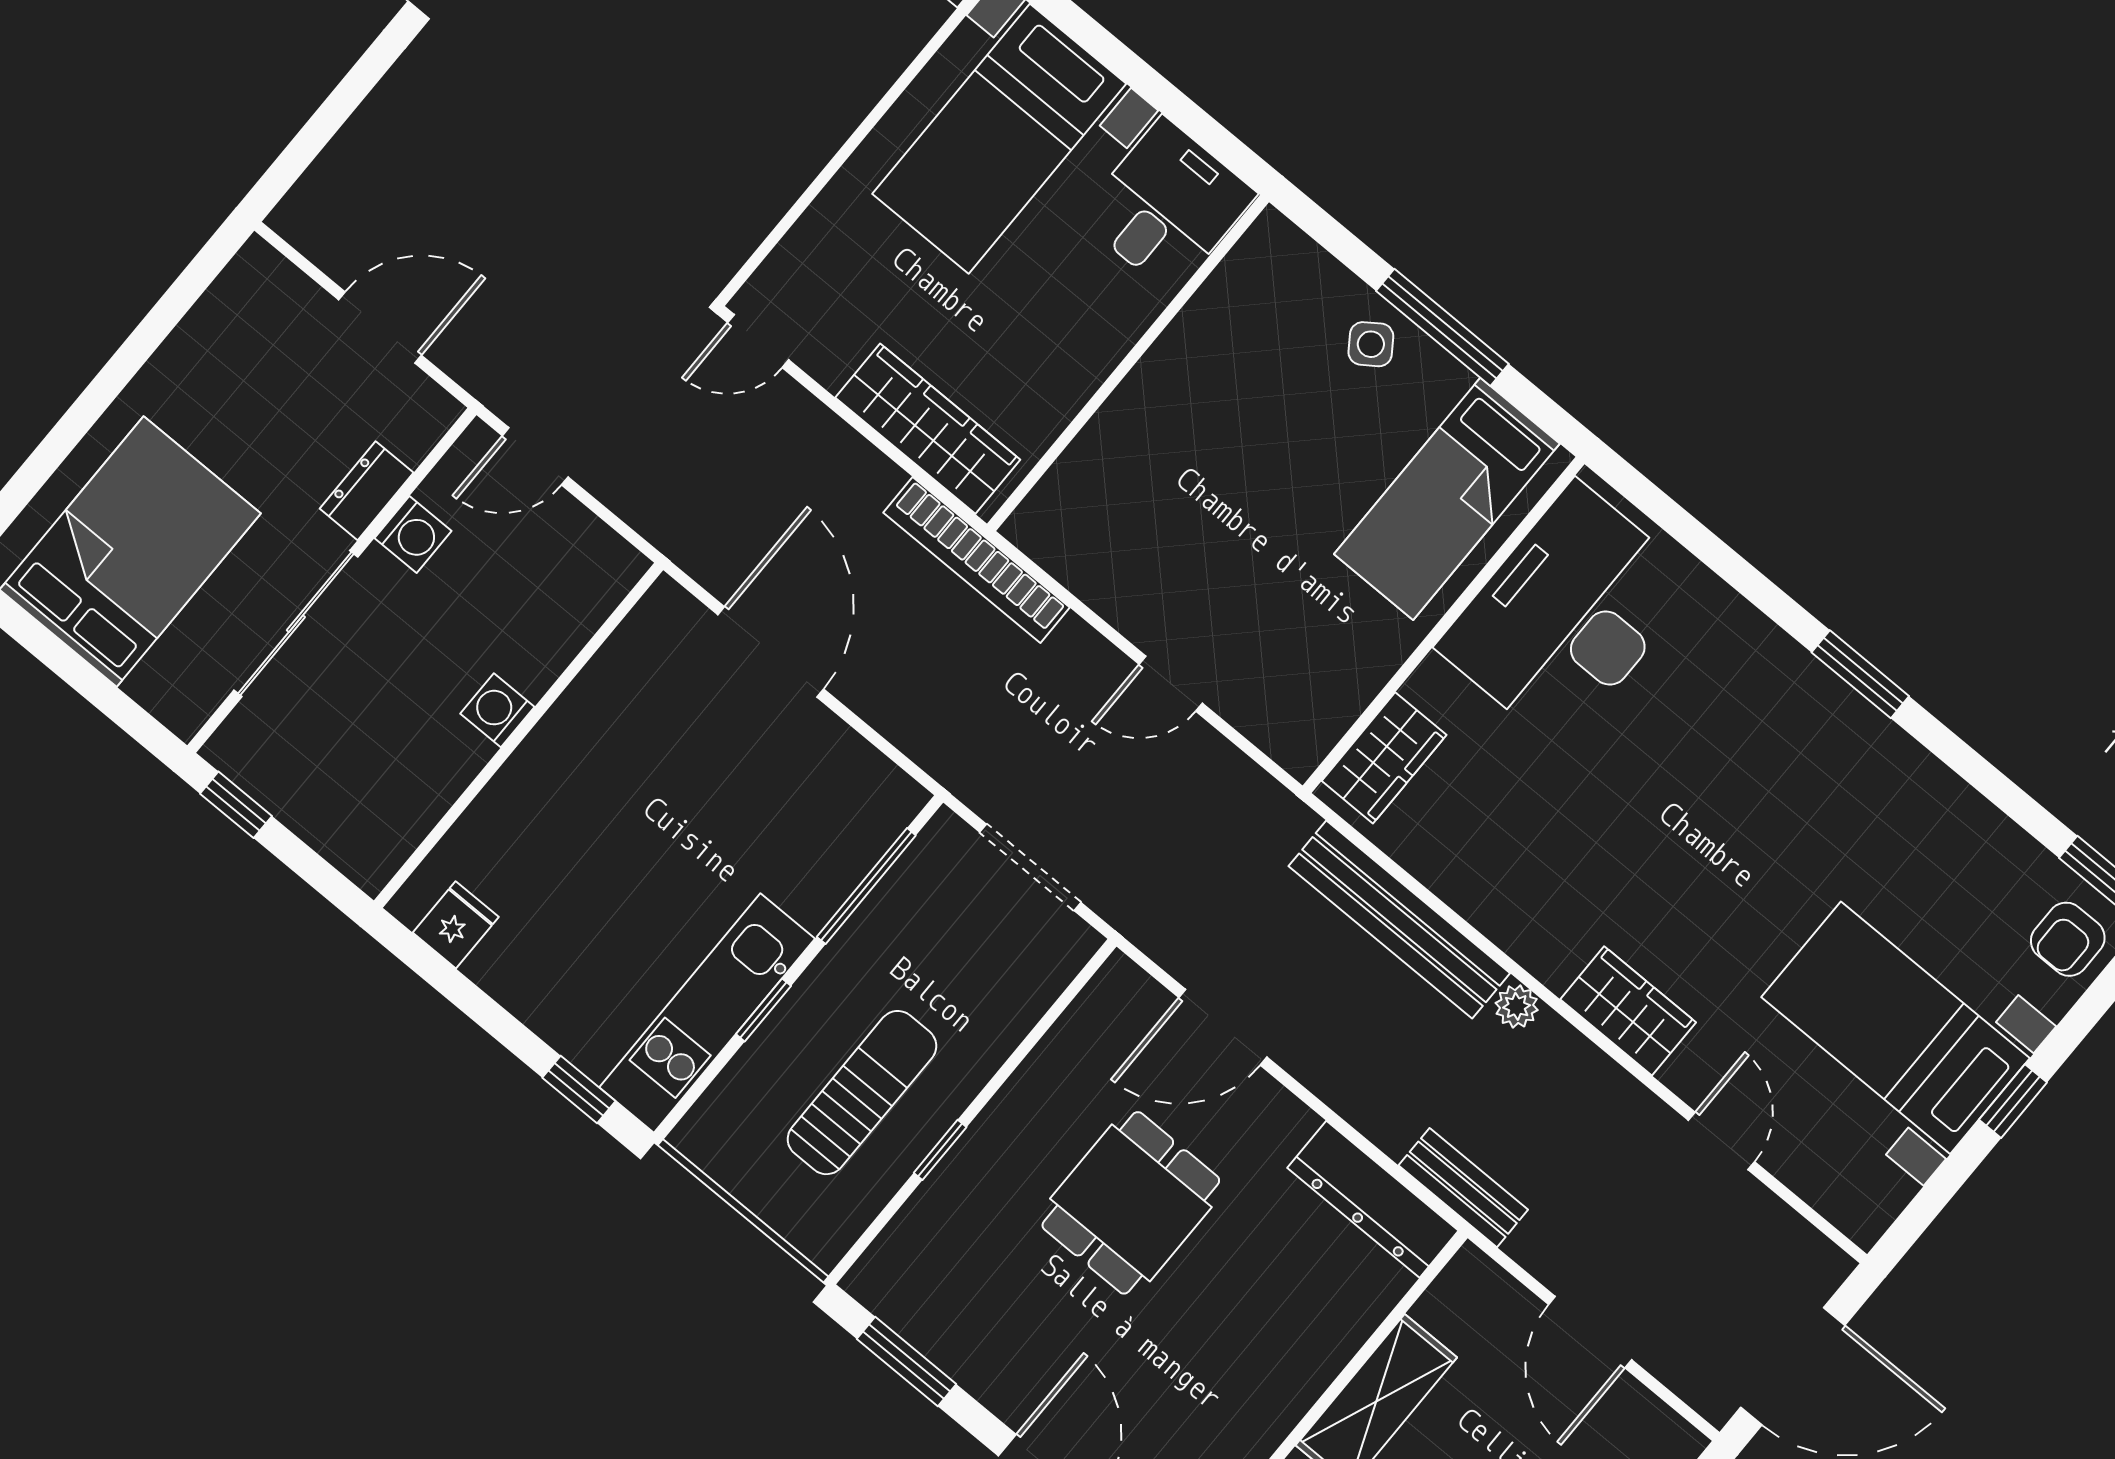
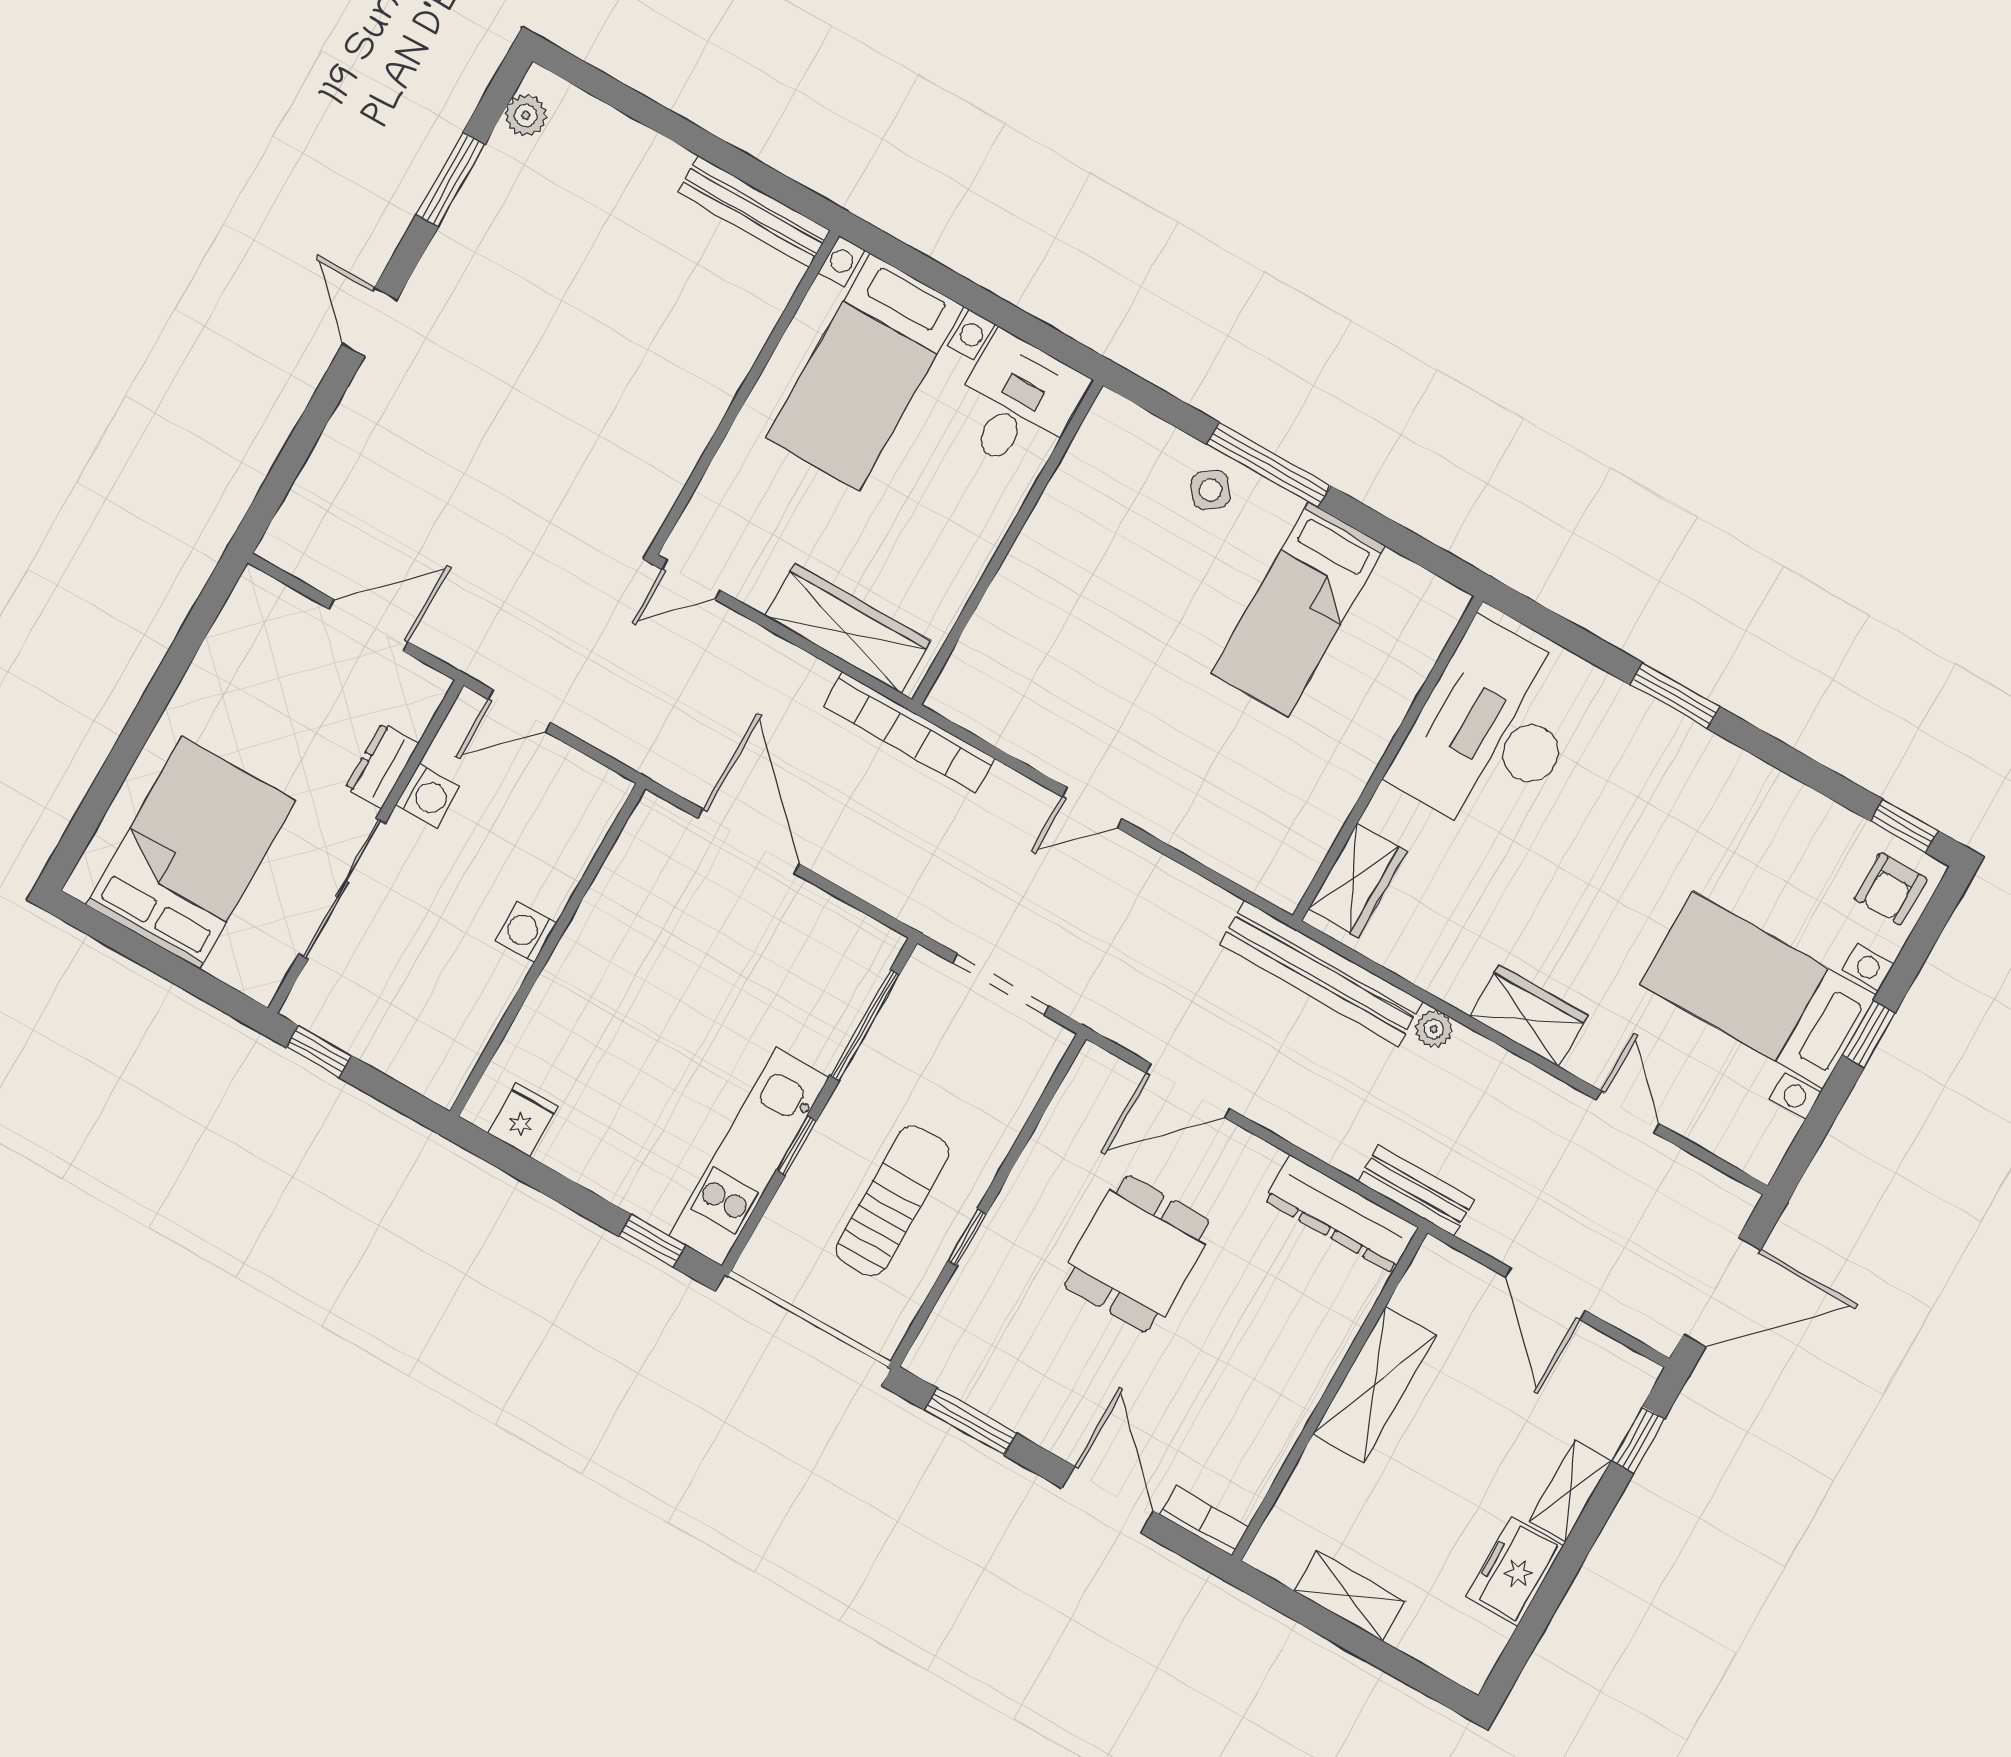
desk: (1568, 615) -> (1492, 731), moved
wall: (1444, 625) -> (1388, 758), moved
wardrobe: (1384, 758) -> (1358, 880), moved

